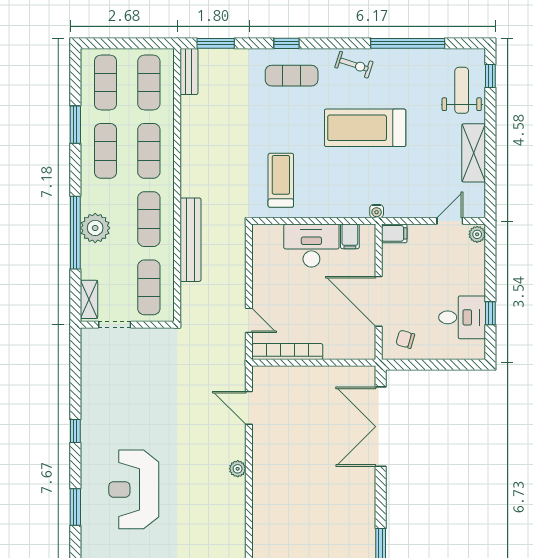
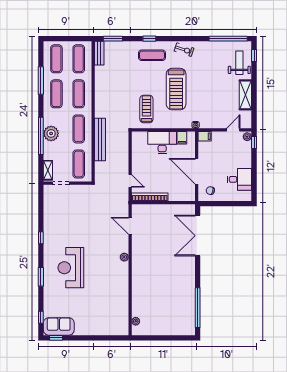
window: (408, 43) -> (228, 39), moved
window: (75, 125) -> (41, 80), width x1.44
treadmill: (365, 128) -> (176, 89), moved, turned -90
window: (490, 313) -> (254, 143), moved

